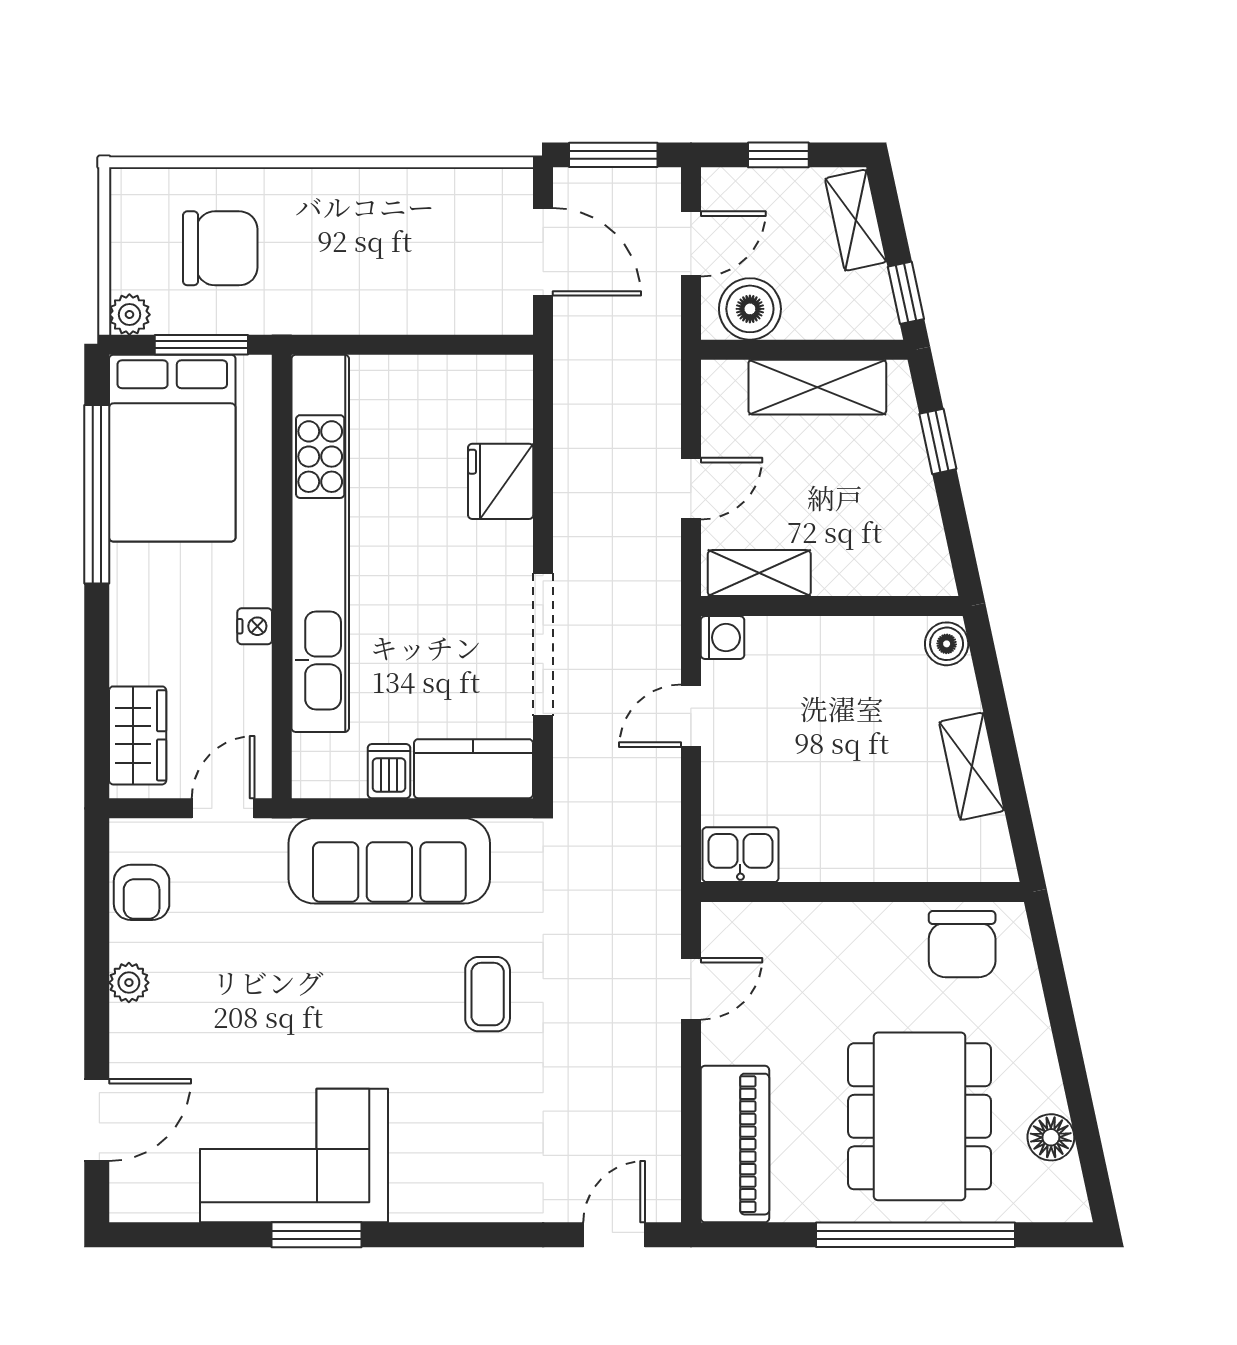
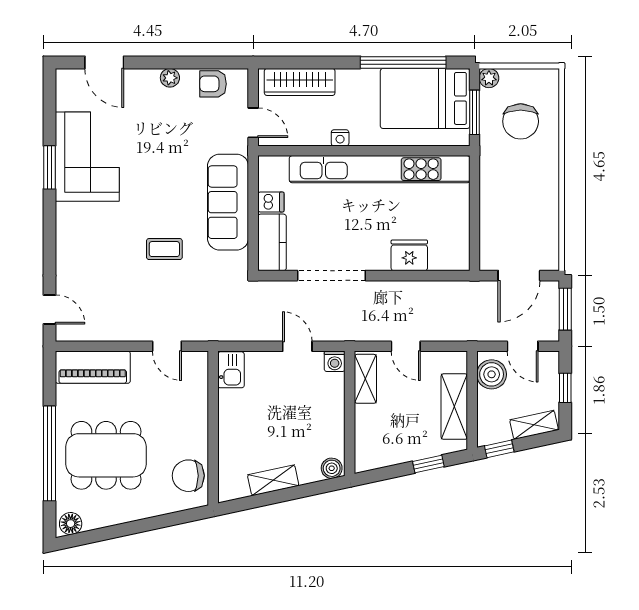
wardrobe: (138, 735) -> (300, 82), width x1.50
floor lamp: (1051, 1137) -> (71, 524), moved

